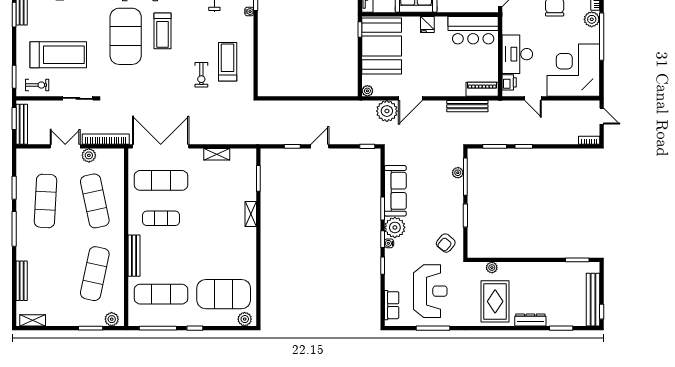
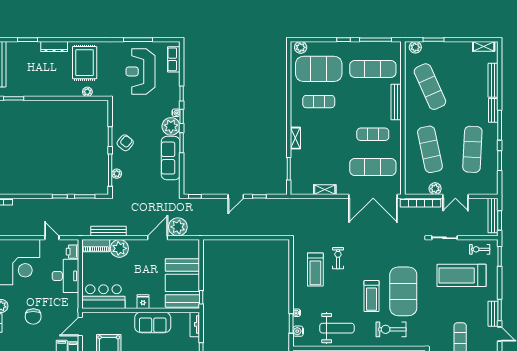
treadmill: (162, 31) -> (372, 296), turned 180
plant: (367, 91) -> (119, 248), moved, width x1.87, depth x1.87
armchair: (446, 243) -> (125, 143), moved
bench: (21, 246) -> (493, 110), added
exercise mat: (224, 256) -> (319, 102), added
exercise mat: (95, 274) -> (430, 87), turned -36

